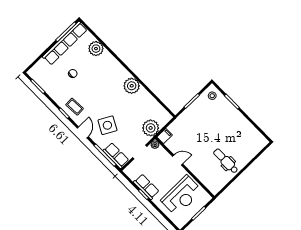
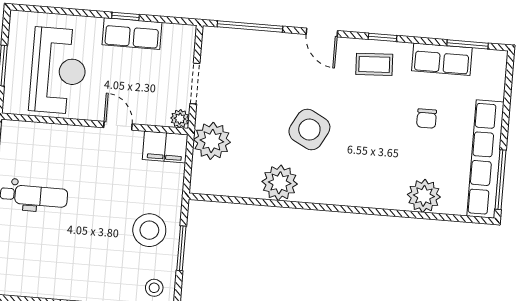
plant: (132, 86) -> (280, 183), moved
stool: (197, 116) -> (149, 230), added
side table: (107, 125) -> (309, 130), moved
filing cabinet: (165, 136) -> (165, 147), width x2.00
row of seats: (116, 156) -> (442, 59), moved
door: (178, 160) -> (118, 126), swing flipped
reception desk: (181, 196) -> (58, 71), turned 180

